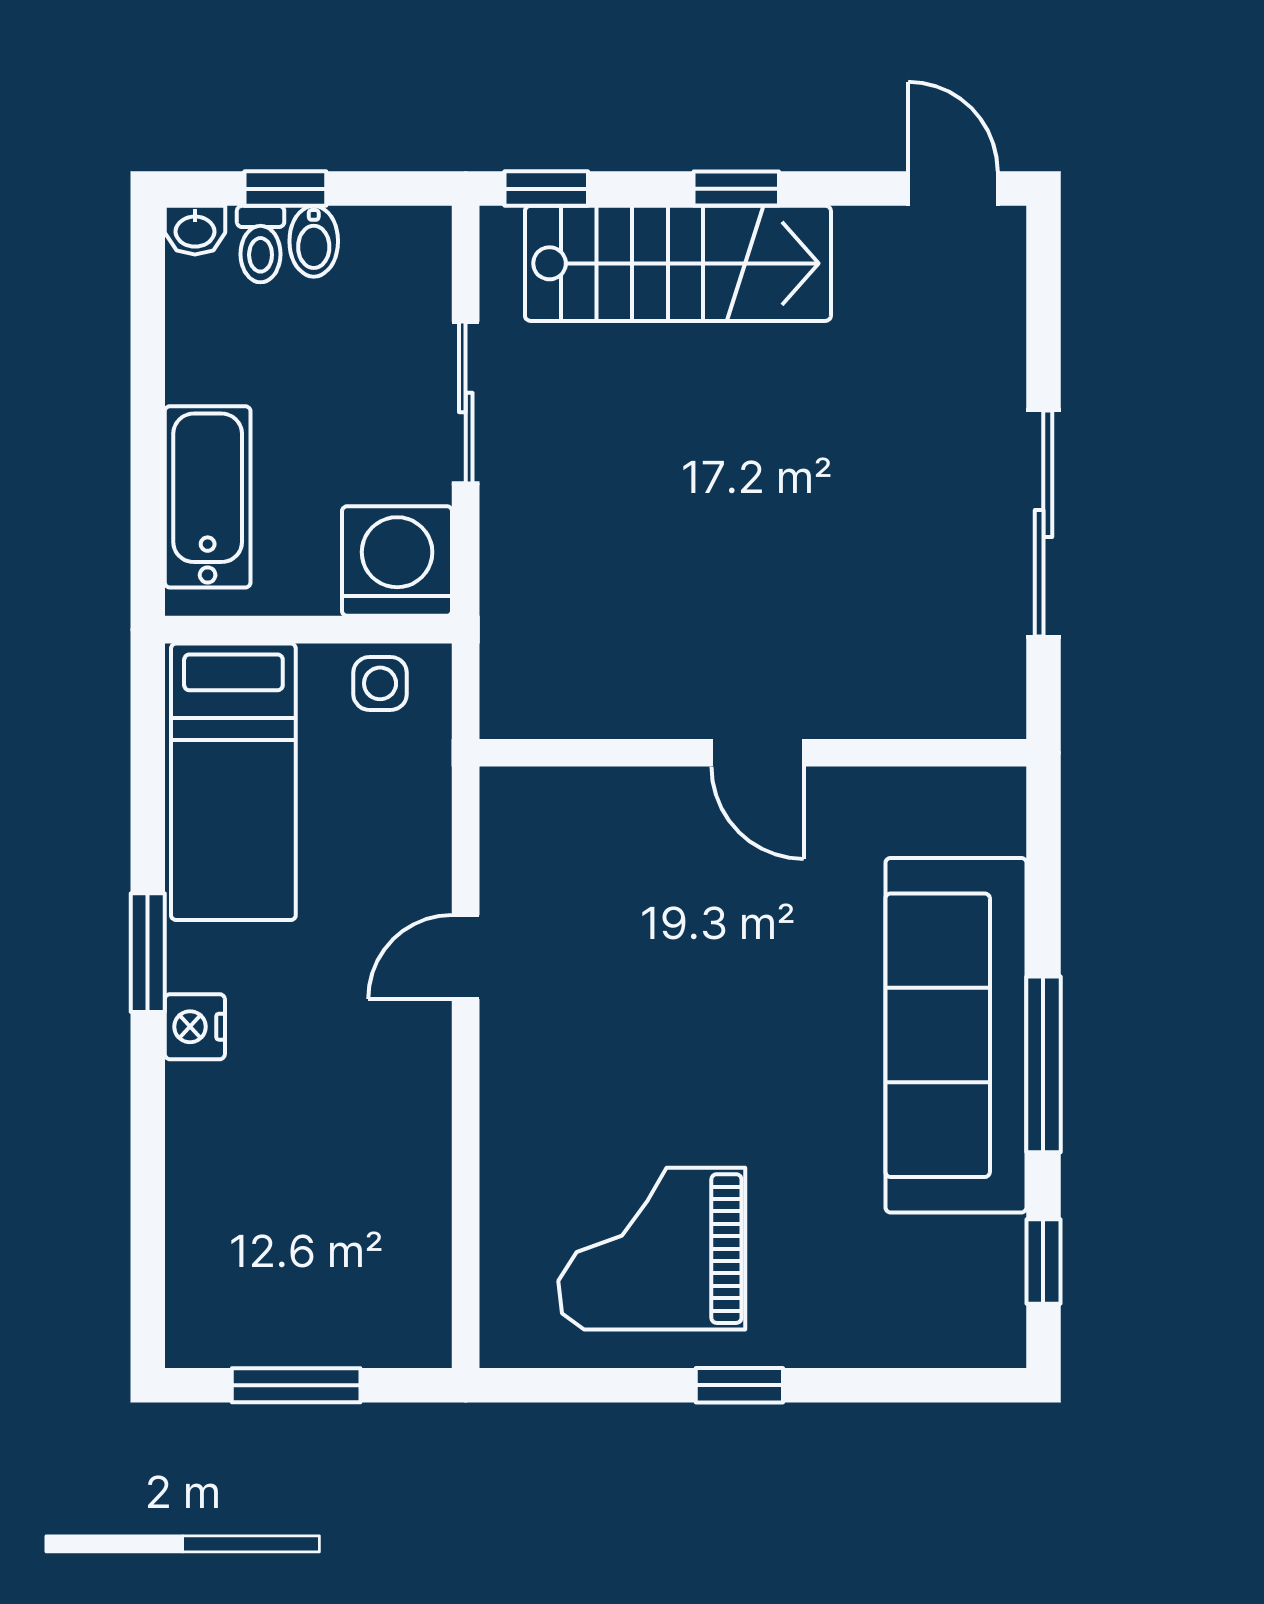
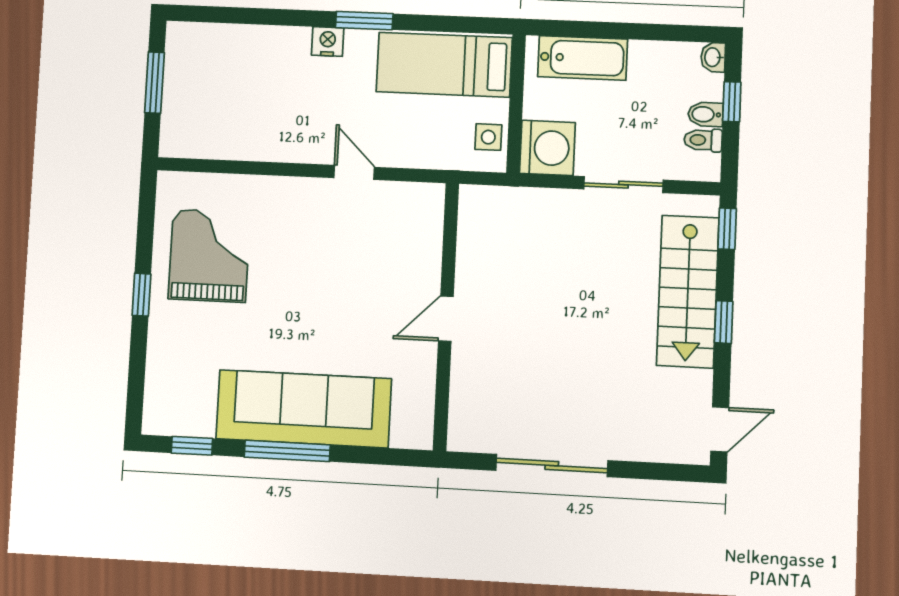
toilet: (261, 244) -> (703, 140), moved

